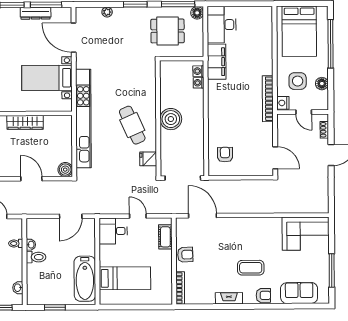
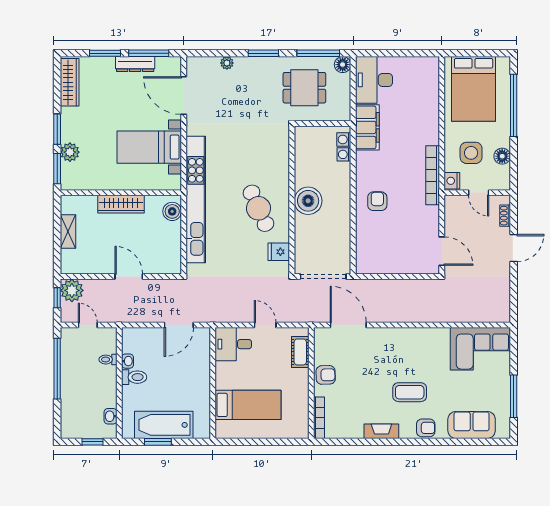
armchair: (225, 155) -> (377, 201), moved
boiler: (65, 170) -> (172, 211), moved
bathtub: (85, 279) -> (164, 425), moved, turned 90

